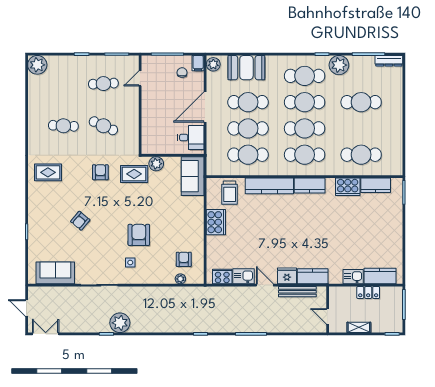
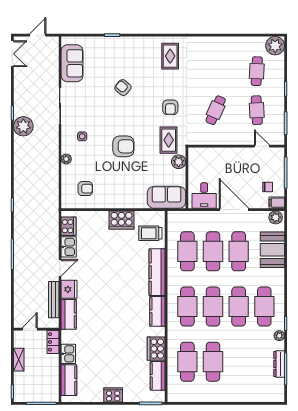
dresser: (389, 61) -> (279, 364), moved
plant: (339, 65) -> (279, 336), width x0.53, depth x0.53
cafe table: (361, 102) -> (213, 362), moved
cafe table: (63, 126) -> (257, 71), moved
armchair: (100, 172) -> (170, 107), turned 90
cooker: (395, 231) -> (113, 395), added
armchair: (139, 235) -> (123, 146), moved
plant: (180, 279) -> (66, 159), moved
locker: (368, 292) -> (53, 342), moved

